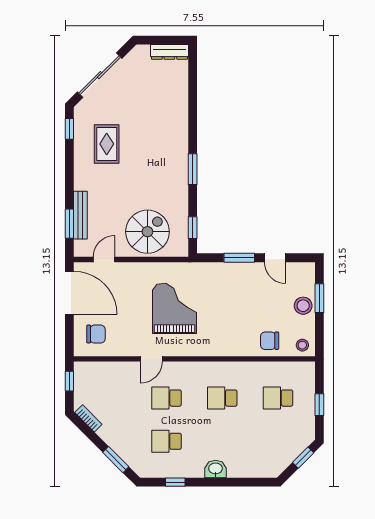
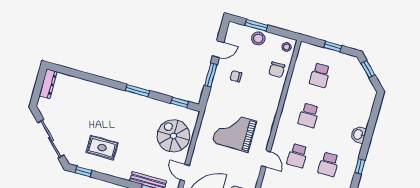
chair: (246, 291) -> (236, 76), added

